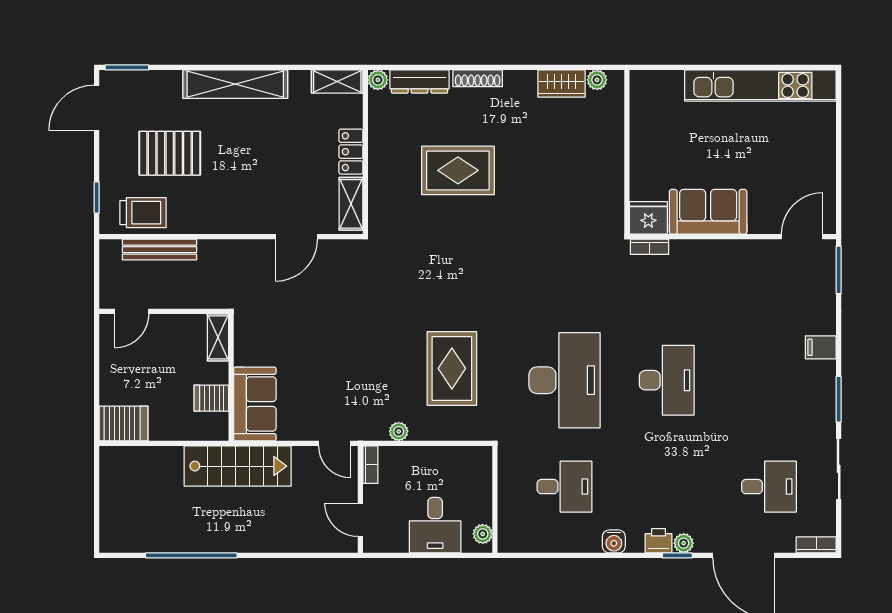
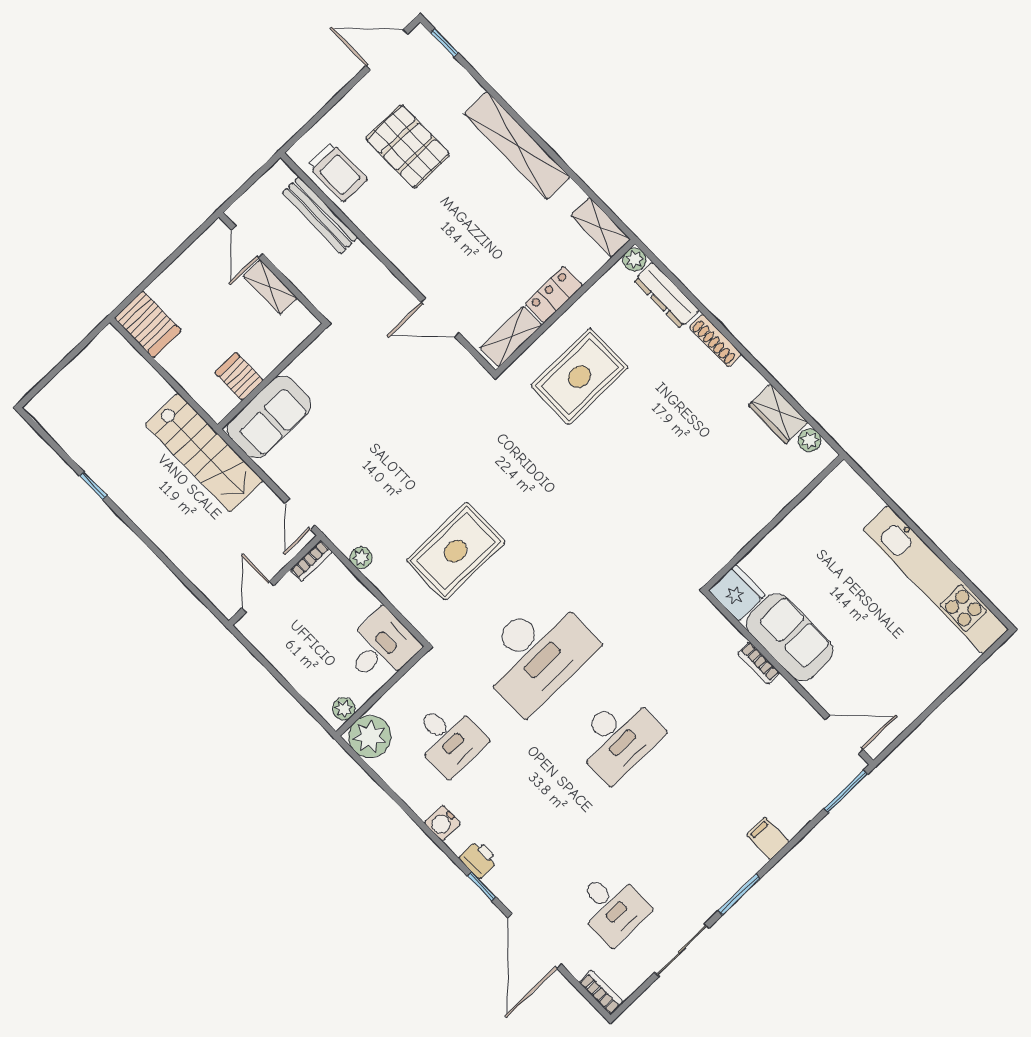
window: (127, 67) -> (444, 43), width x0.67
rug: (458, 170) -> (580, 377), moved, turned 90
window: (97, 198) -> (313, 122), removed
bookcase: (650, 247) -> (759, 663), moved
door: (132, 311) -> (247, 242), hinge flipped
shelving: (218, 337) -> (270, 287), moved, turned 90
desk: (435, 525) -> (381, 647), moved, turned 180
plant: (684, 543) -> (370, 737), moved, width x1.88, depth x1.88
window: (191, 555) -> (93, 486), width x0.32

